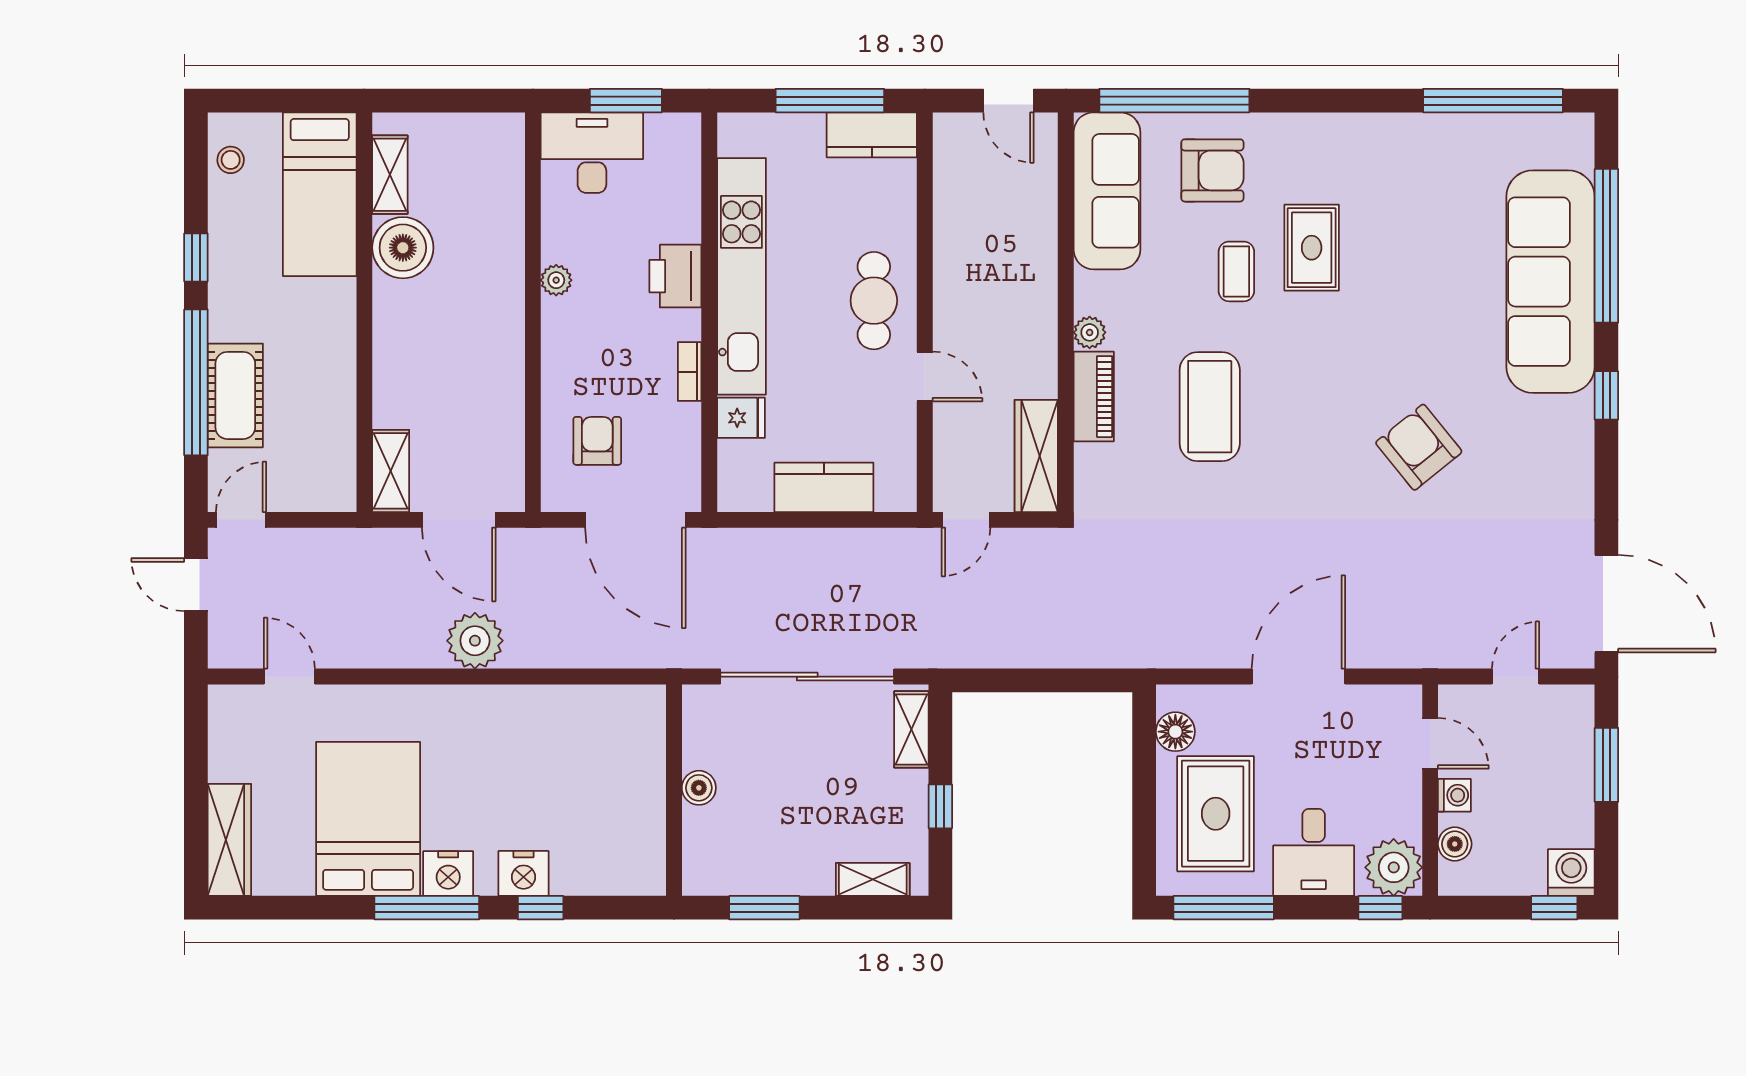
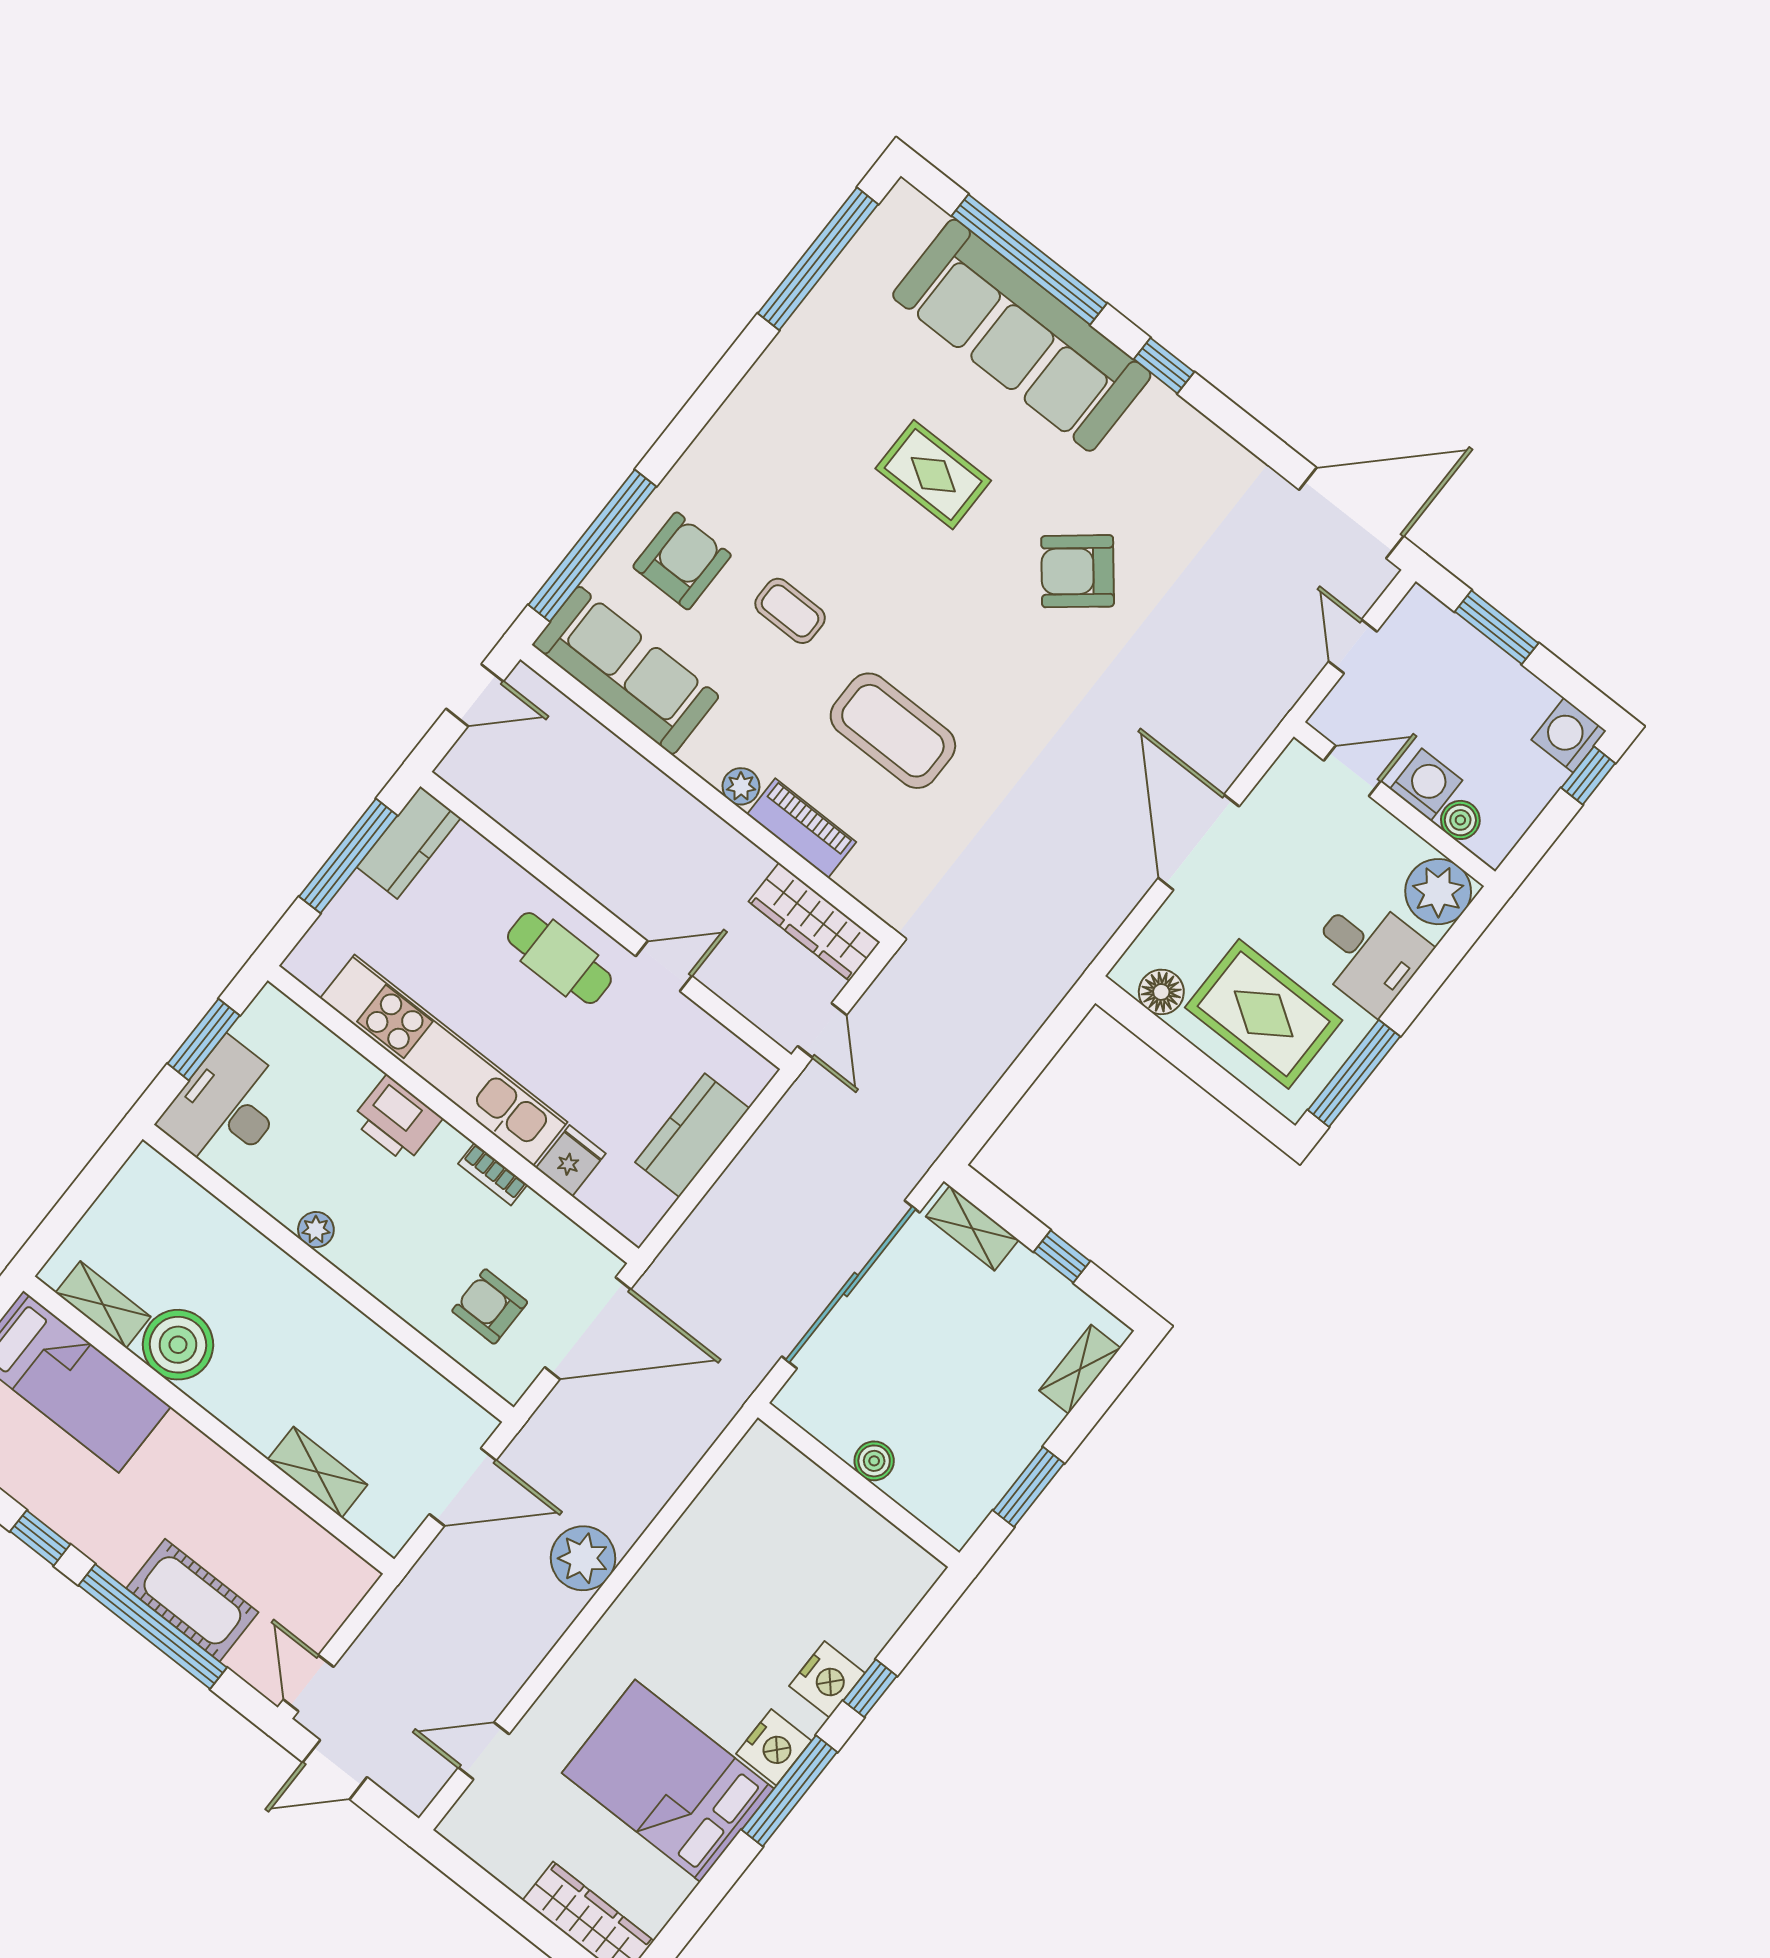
rug: (1312, 248) -> (933, 475), moved
shelving: (391, 471) -> (318, 1472), moved
washing machine: (1454, 795) -> (1426, 785), width x1.38, depth x1.38
window: (1380, 908) -> (1465, 932), removed

